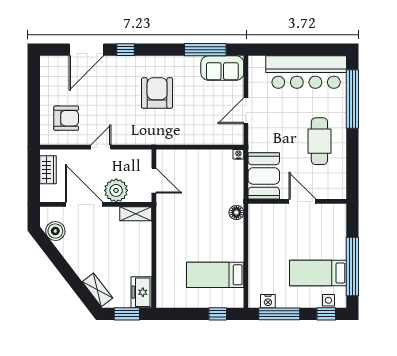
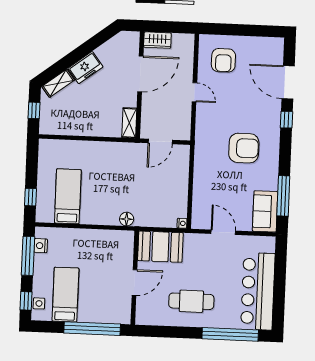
wardrobe: (48, 170) -> (157, 40), moved
plant: (116, 190) -> (152, 105), removed
boiler: (55, 231) -> (116, 45), removed
window: (352, 266) -> (92, 329), moved
freezer: (141, 292) -> (85, 68), moved, turned 143
window: (127, 314) -> (34, 110), width x0.67

